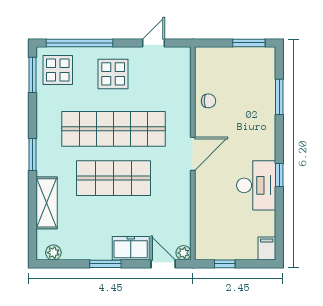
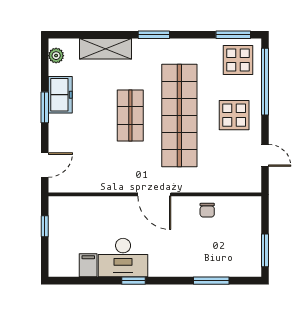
shop shelf: (114, 178) -> (130, 115), width x0.70, depth x0.74
freezer: (131, 248) -> (60, 95), moved
filing cabinet: (267, 249) -> (88, 265), moved, turned -90
plant: (183, 253) -> (56, 185), removed

